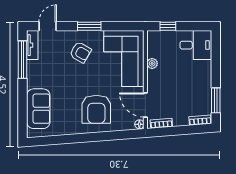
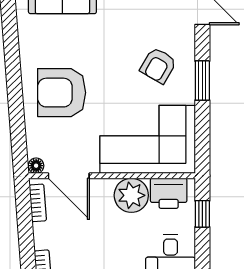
printer: (156, 46) -> (169, 193), added
plant: (152, 63) -> (131, 195), width x1.87, depth x1.87
door: (145, 105) -> (69, 176), swing flipped

